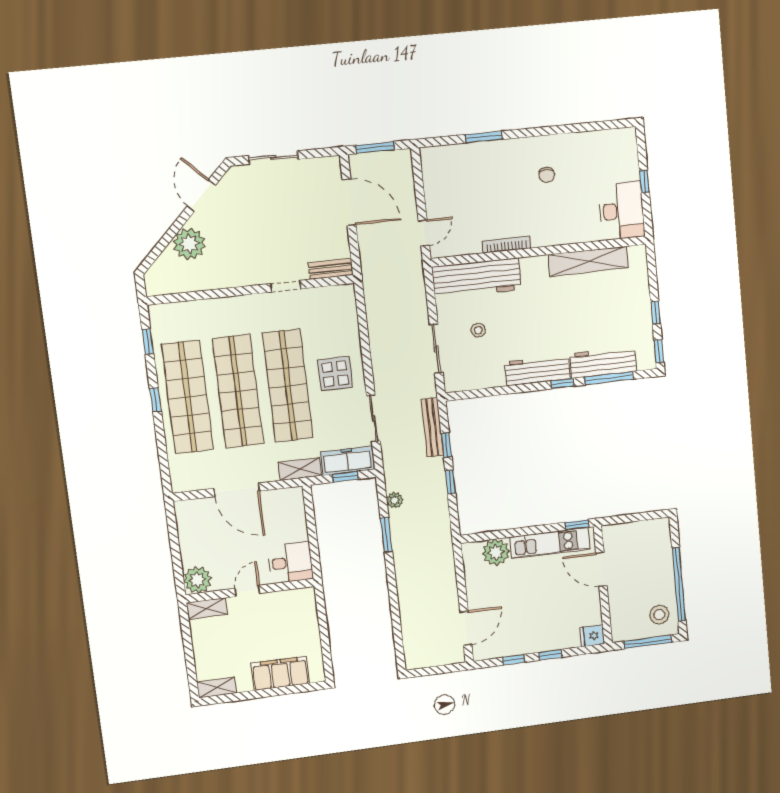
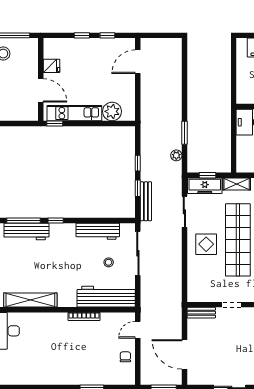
chair: (547, 175) -> (125, 357), moved
sliding door: (436, 349) -> (138, 253), width x1.37
workbench: (538, 370) -> (98, 231), moved
fridge: (592, 636) -> (51, 66), moved

